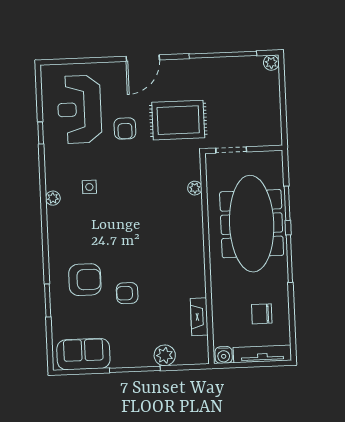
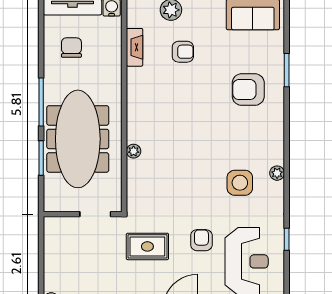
rug: (178, 120) -> (147, 246), width x0.73, depth x0.70
side table: (89, 187) -> (240, 183), width x1.87, depth x1.87
plant: (195, 188) -> (134, 151), moved
armchair: (127, 293) -> (183, 52), moved
chair: (262, 314) -> (71, 48), turned -90

